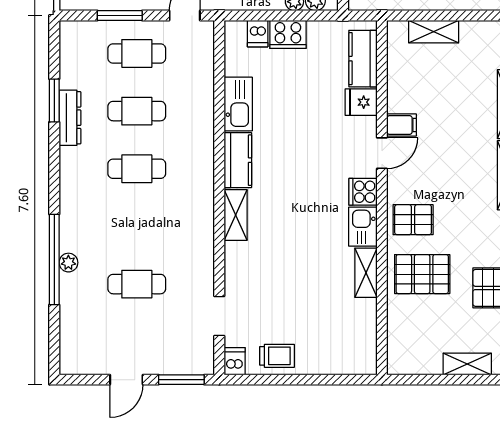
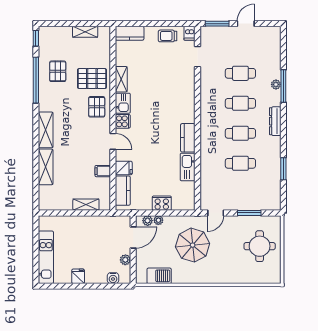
dishwasher: (258, 34) -> (178, 204), removed
cafe table: (137, 53) -> (240, 103), moved
dresser: (70, 118) -> (275, 121), moved
filing cabinet: (402, 125) -> (103, 171), moved
door: (382, 153) -> (113, 141), swing flipped
shelving: (236, 215) -> (189, 109), removed
pallet: (413, 220) -> (97, 107), turned 90
window: (54, 260) -> (283, 86), width x0.68
kitchen counter: (350, 361) -> (130, 33), added
shelving: (467, 364) -> (85, 32), moved

